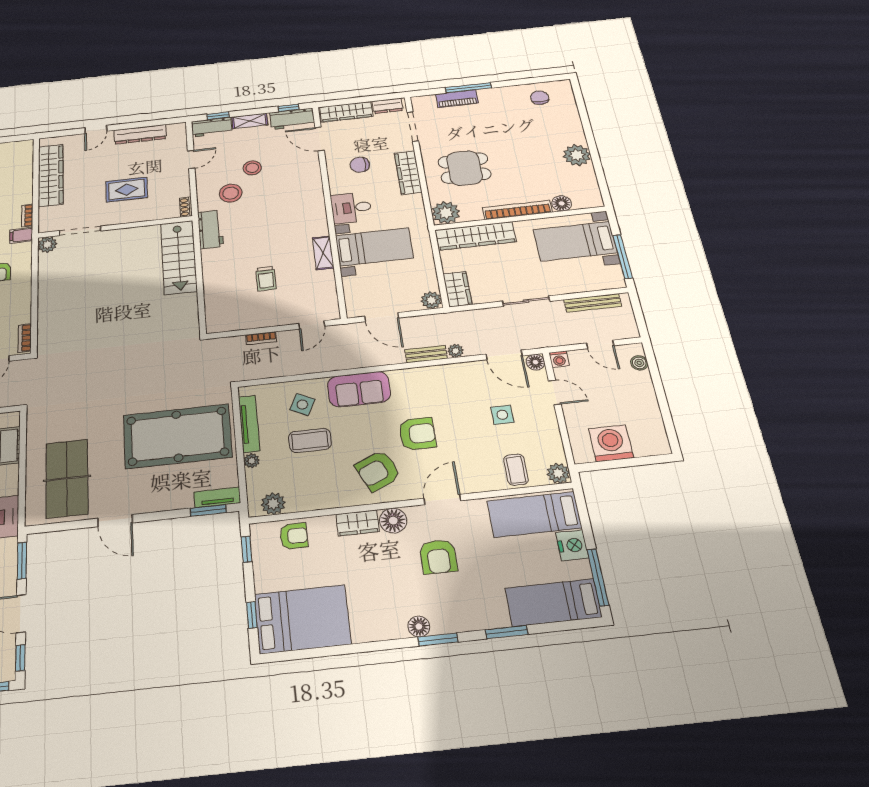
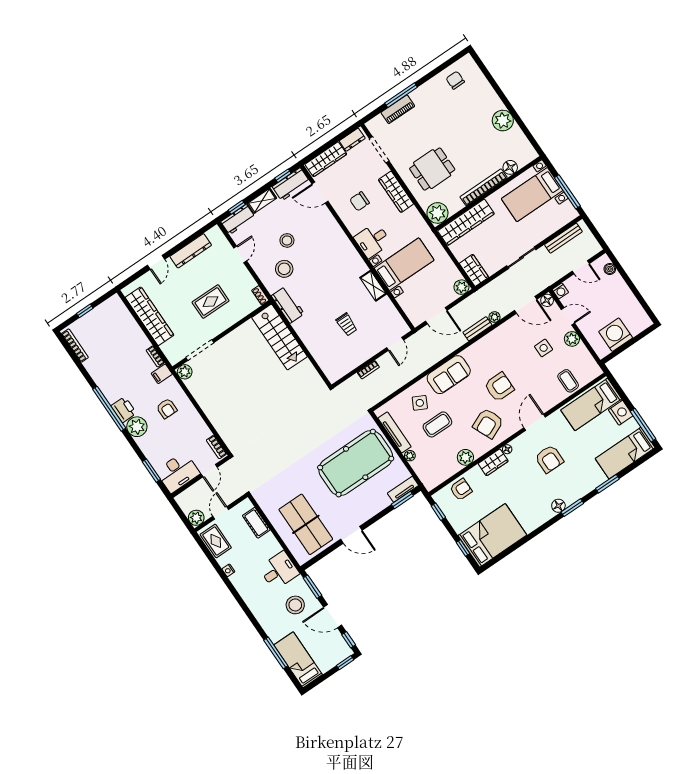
plant: (558, 473) -> (572, 339), moved
plant: (273, 504) -> (465, 457), moved
floor lamp: (393, 521) -> (507, 449), width x0.53, depth x0.53

